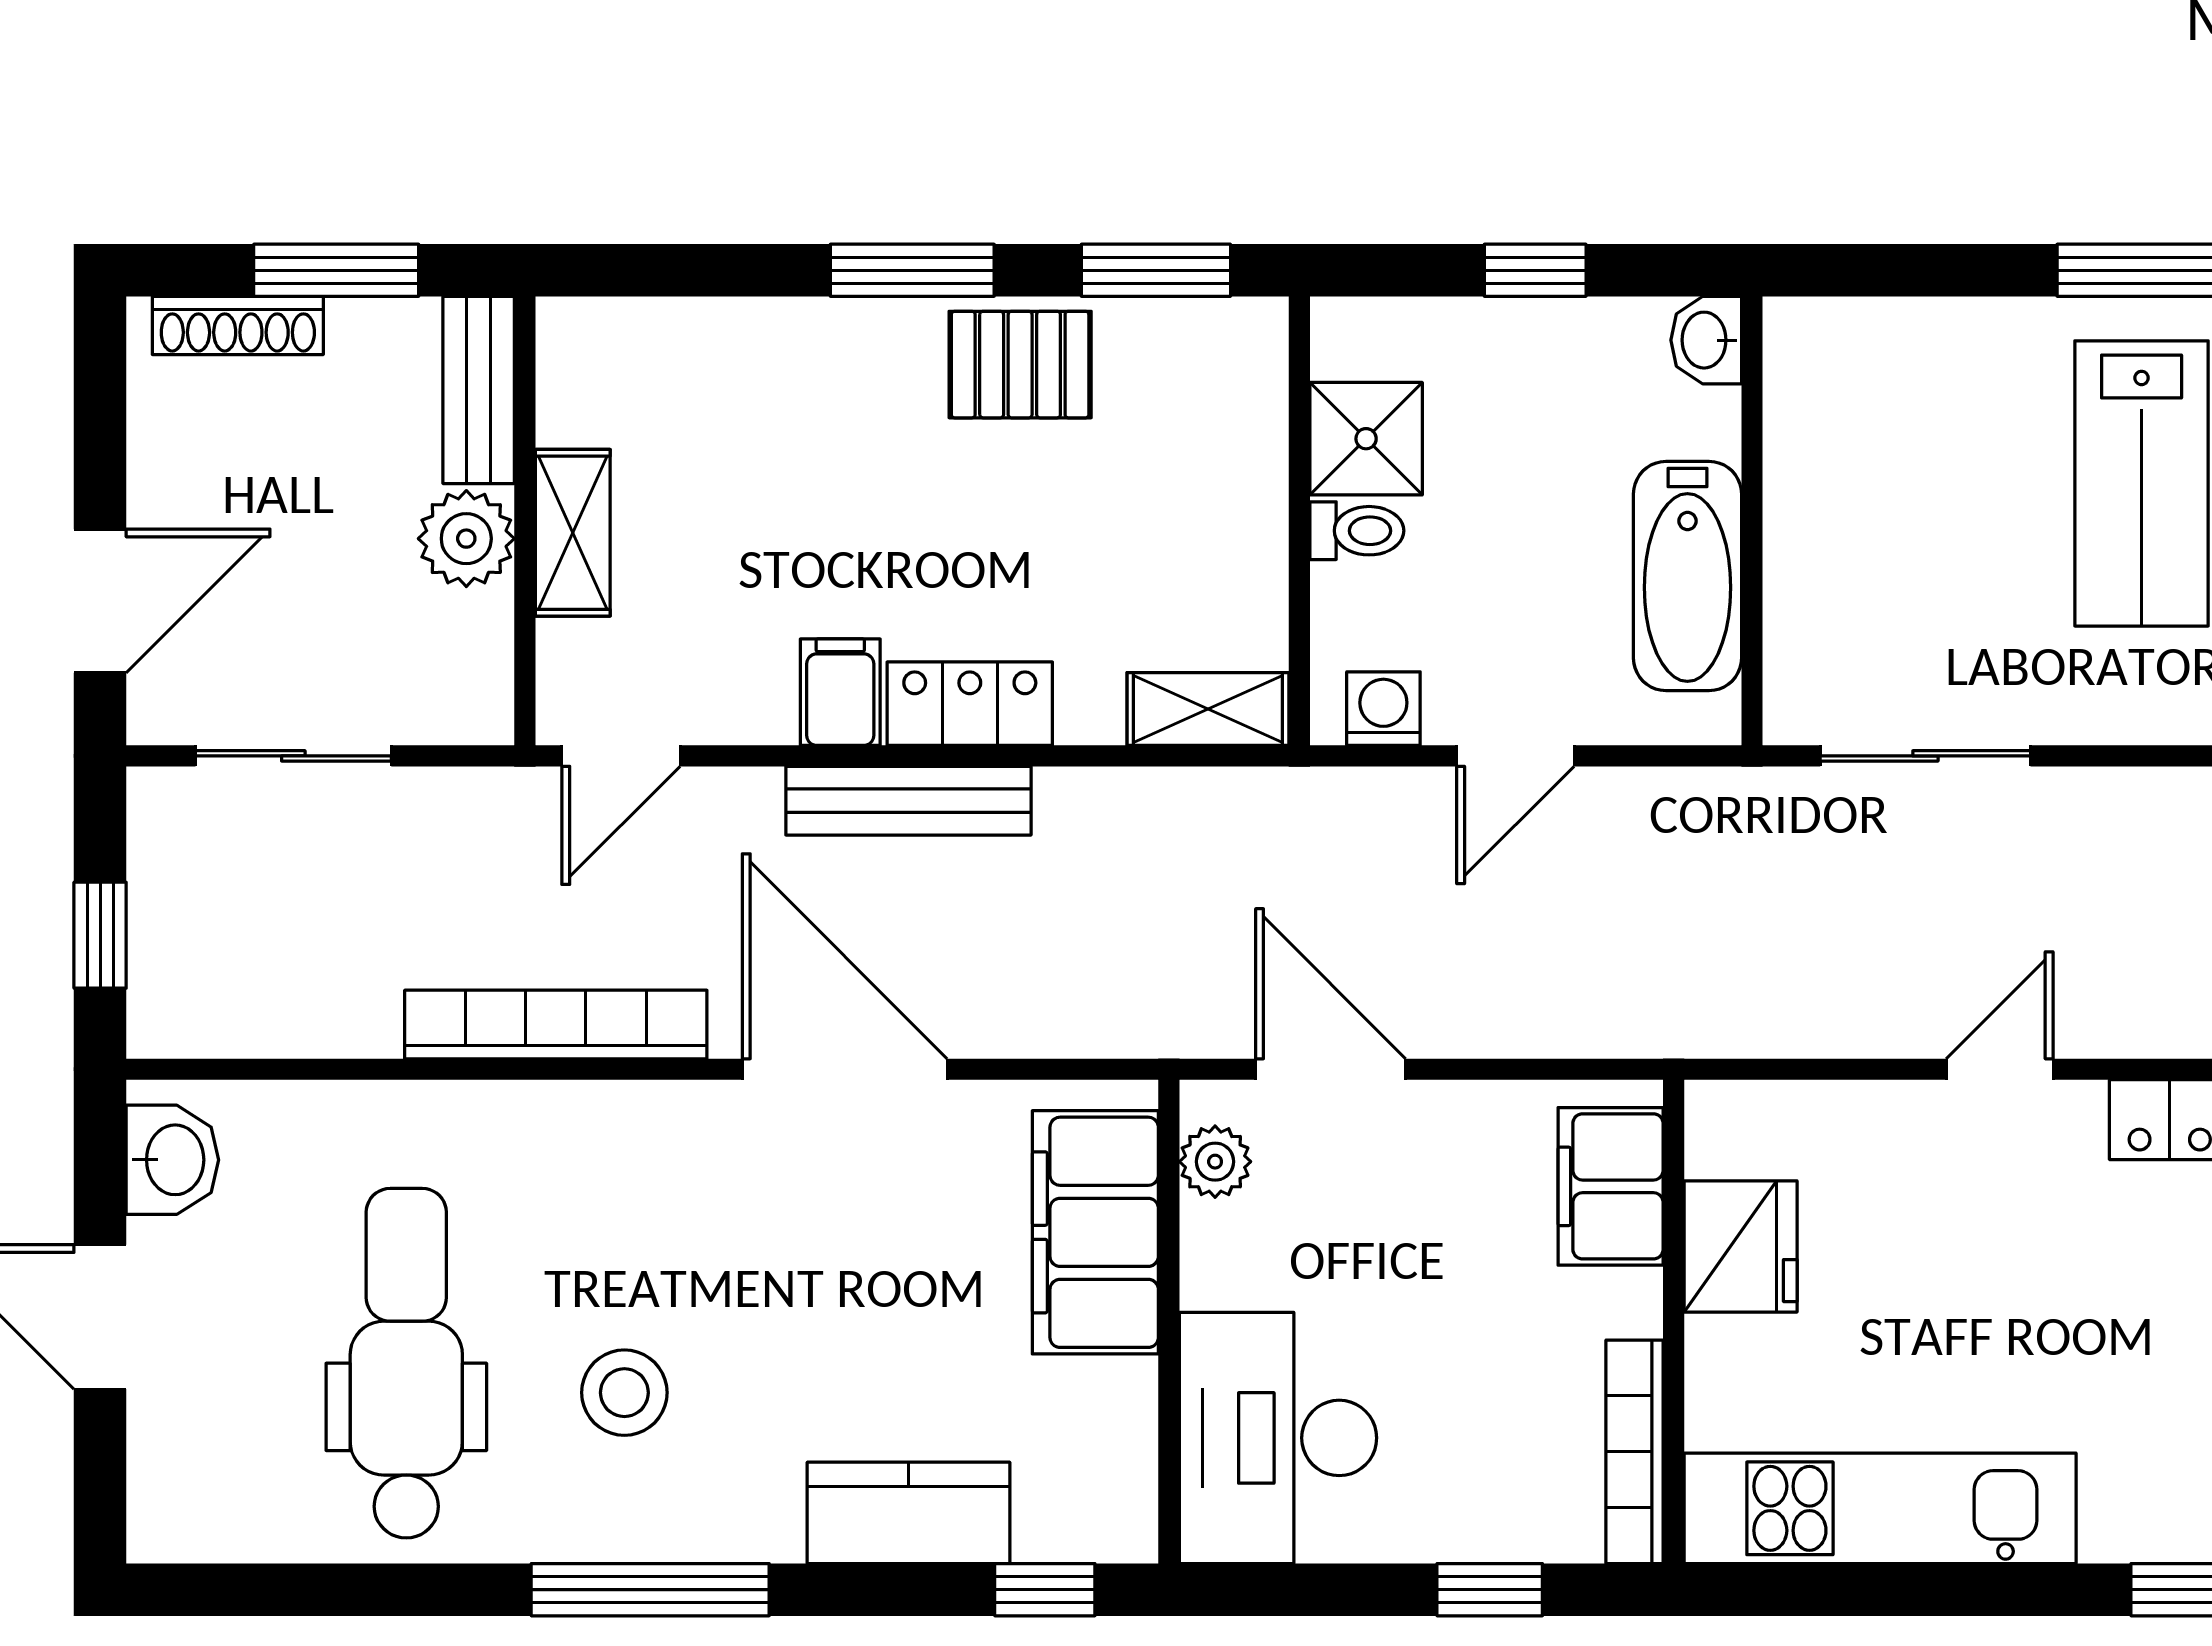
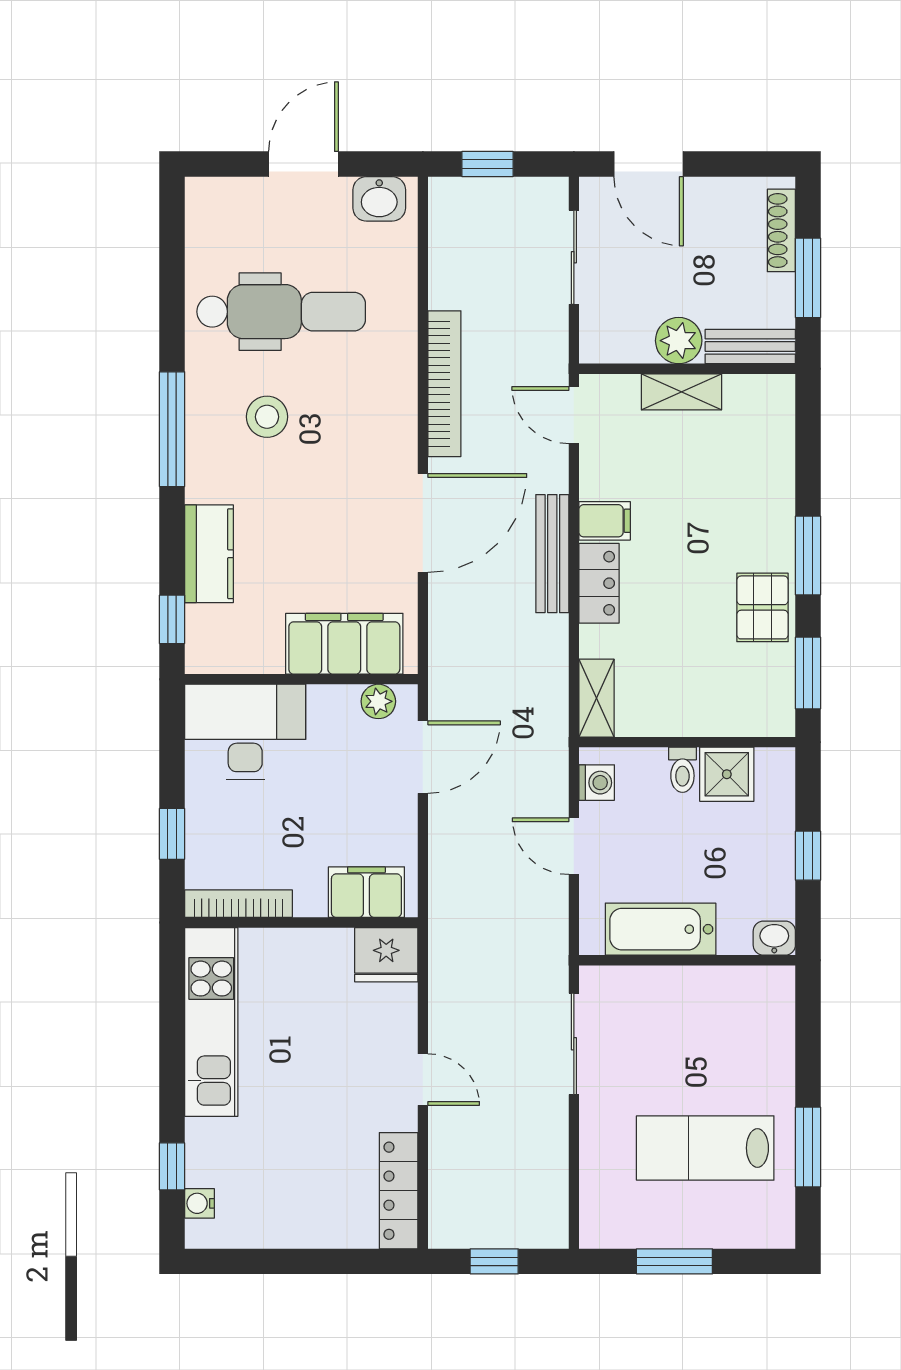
fridge: (1741, 1246) -> (386, 955), moved

